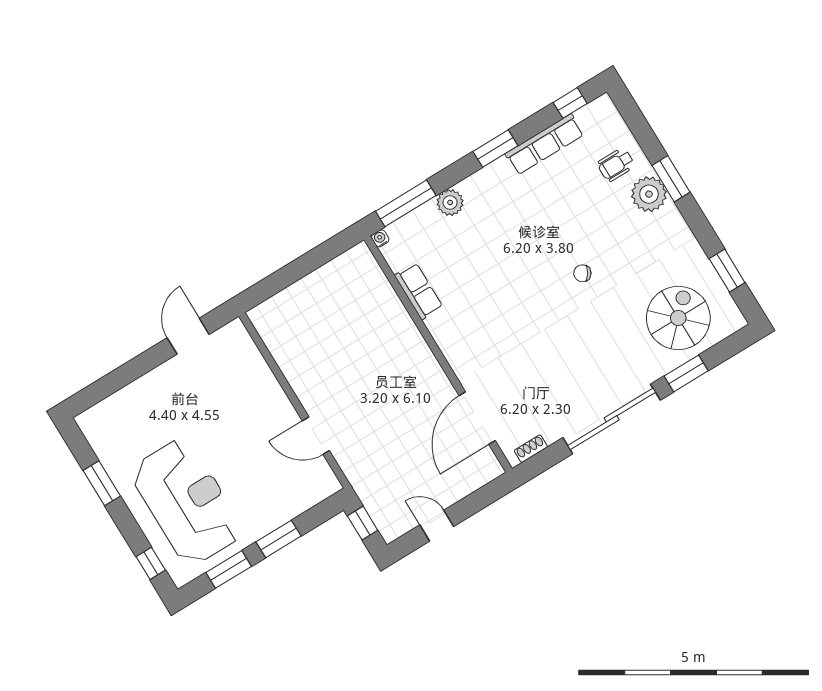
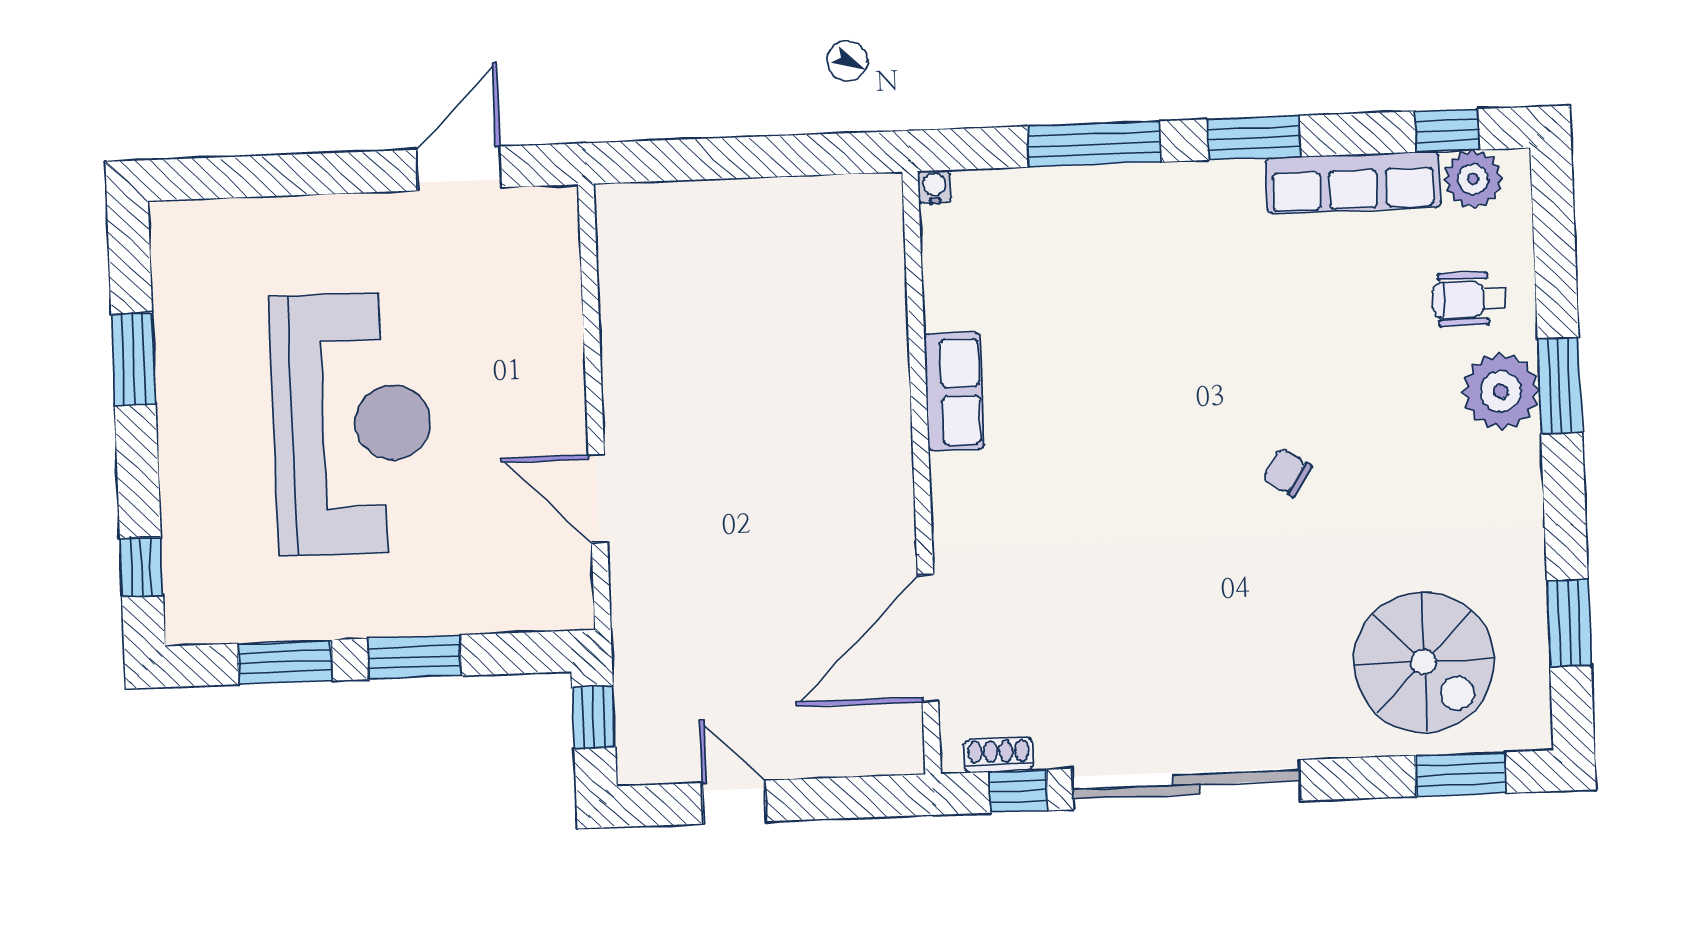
plant: (450, 202) -> (1473, 179), moved
window: (406, 203) -> (1094, 144), moved
row of seats: (419, 291) -> (954, 391), moved
spiral stairs: (678, 318) -> (1424, 662), turned 90
window: (686, 373) -> (1460, 774), moved
window: (547, 458) -> (1019, 791), added
reception desk: (187, 502) -> (352, 424), moved

